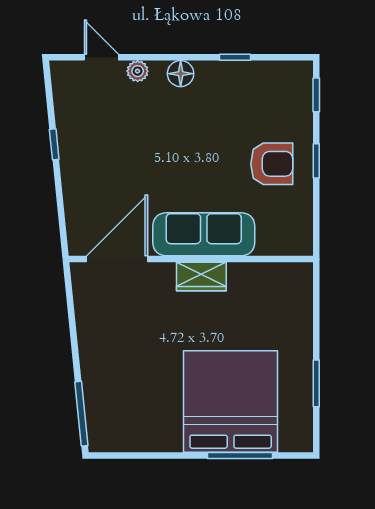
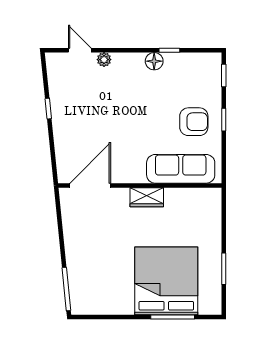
floor lamp: (181, 74) -> (154, 61), moved
sofa: (204, 234) -> (181, 169), moved

